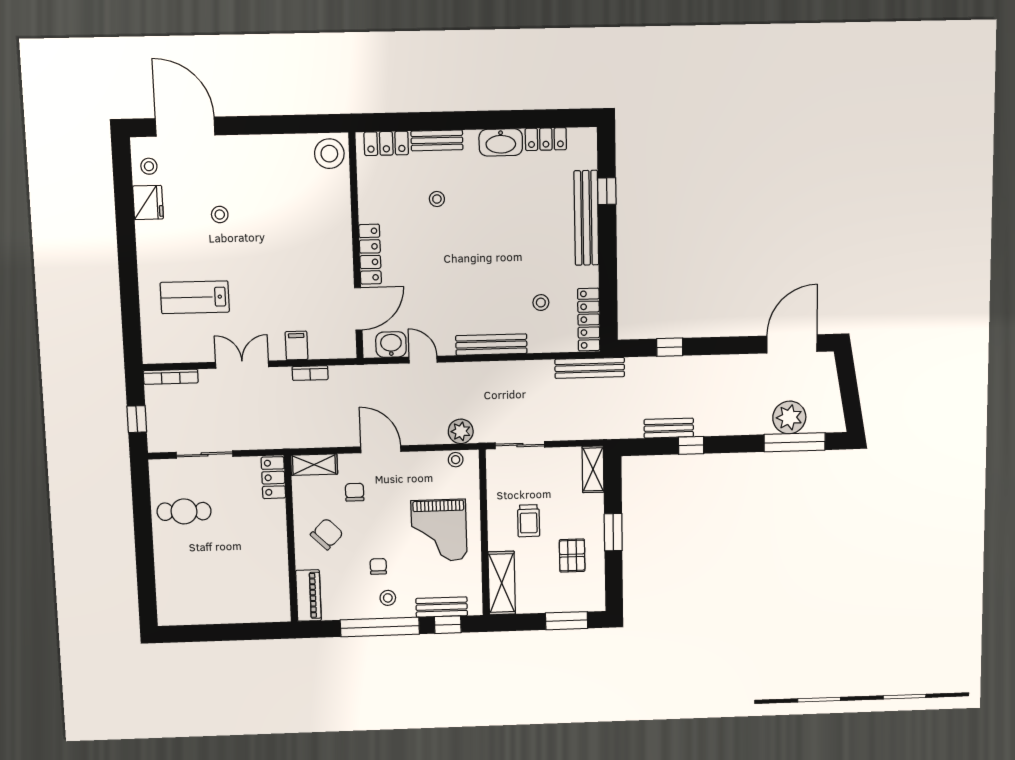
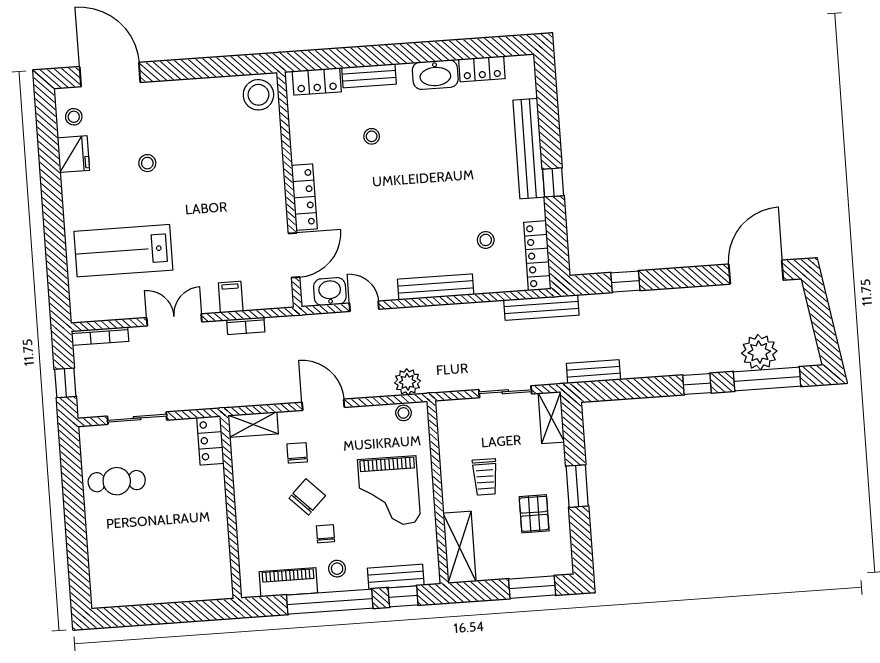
window: (607, 191) -> (553, 182), moved
lab bench: (195, 297) -> (123, 251), width x1.36, depth x1.39
bench: (669, 428) -> (593, 372), moved
sliding door: (520, 445) -> (505, 392), moved
window: (691, 445) -> (697, 384), moved
chair: (327, 534) -> (307, 497), moved
piano: (308, 596) -> (288, 582), moved, turned -90

